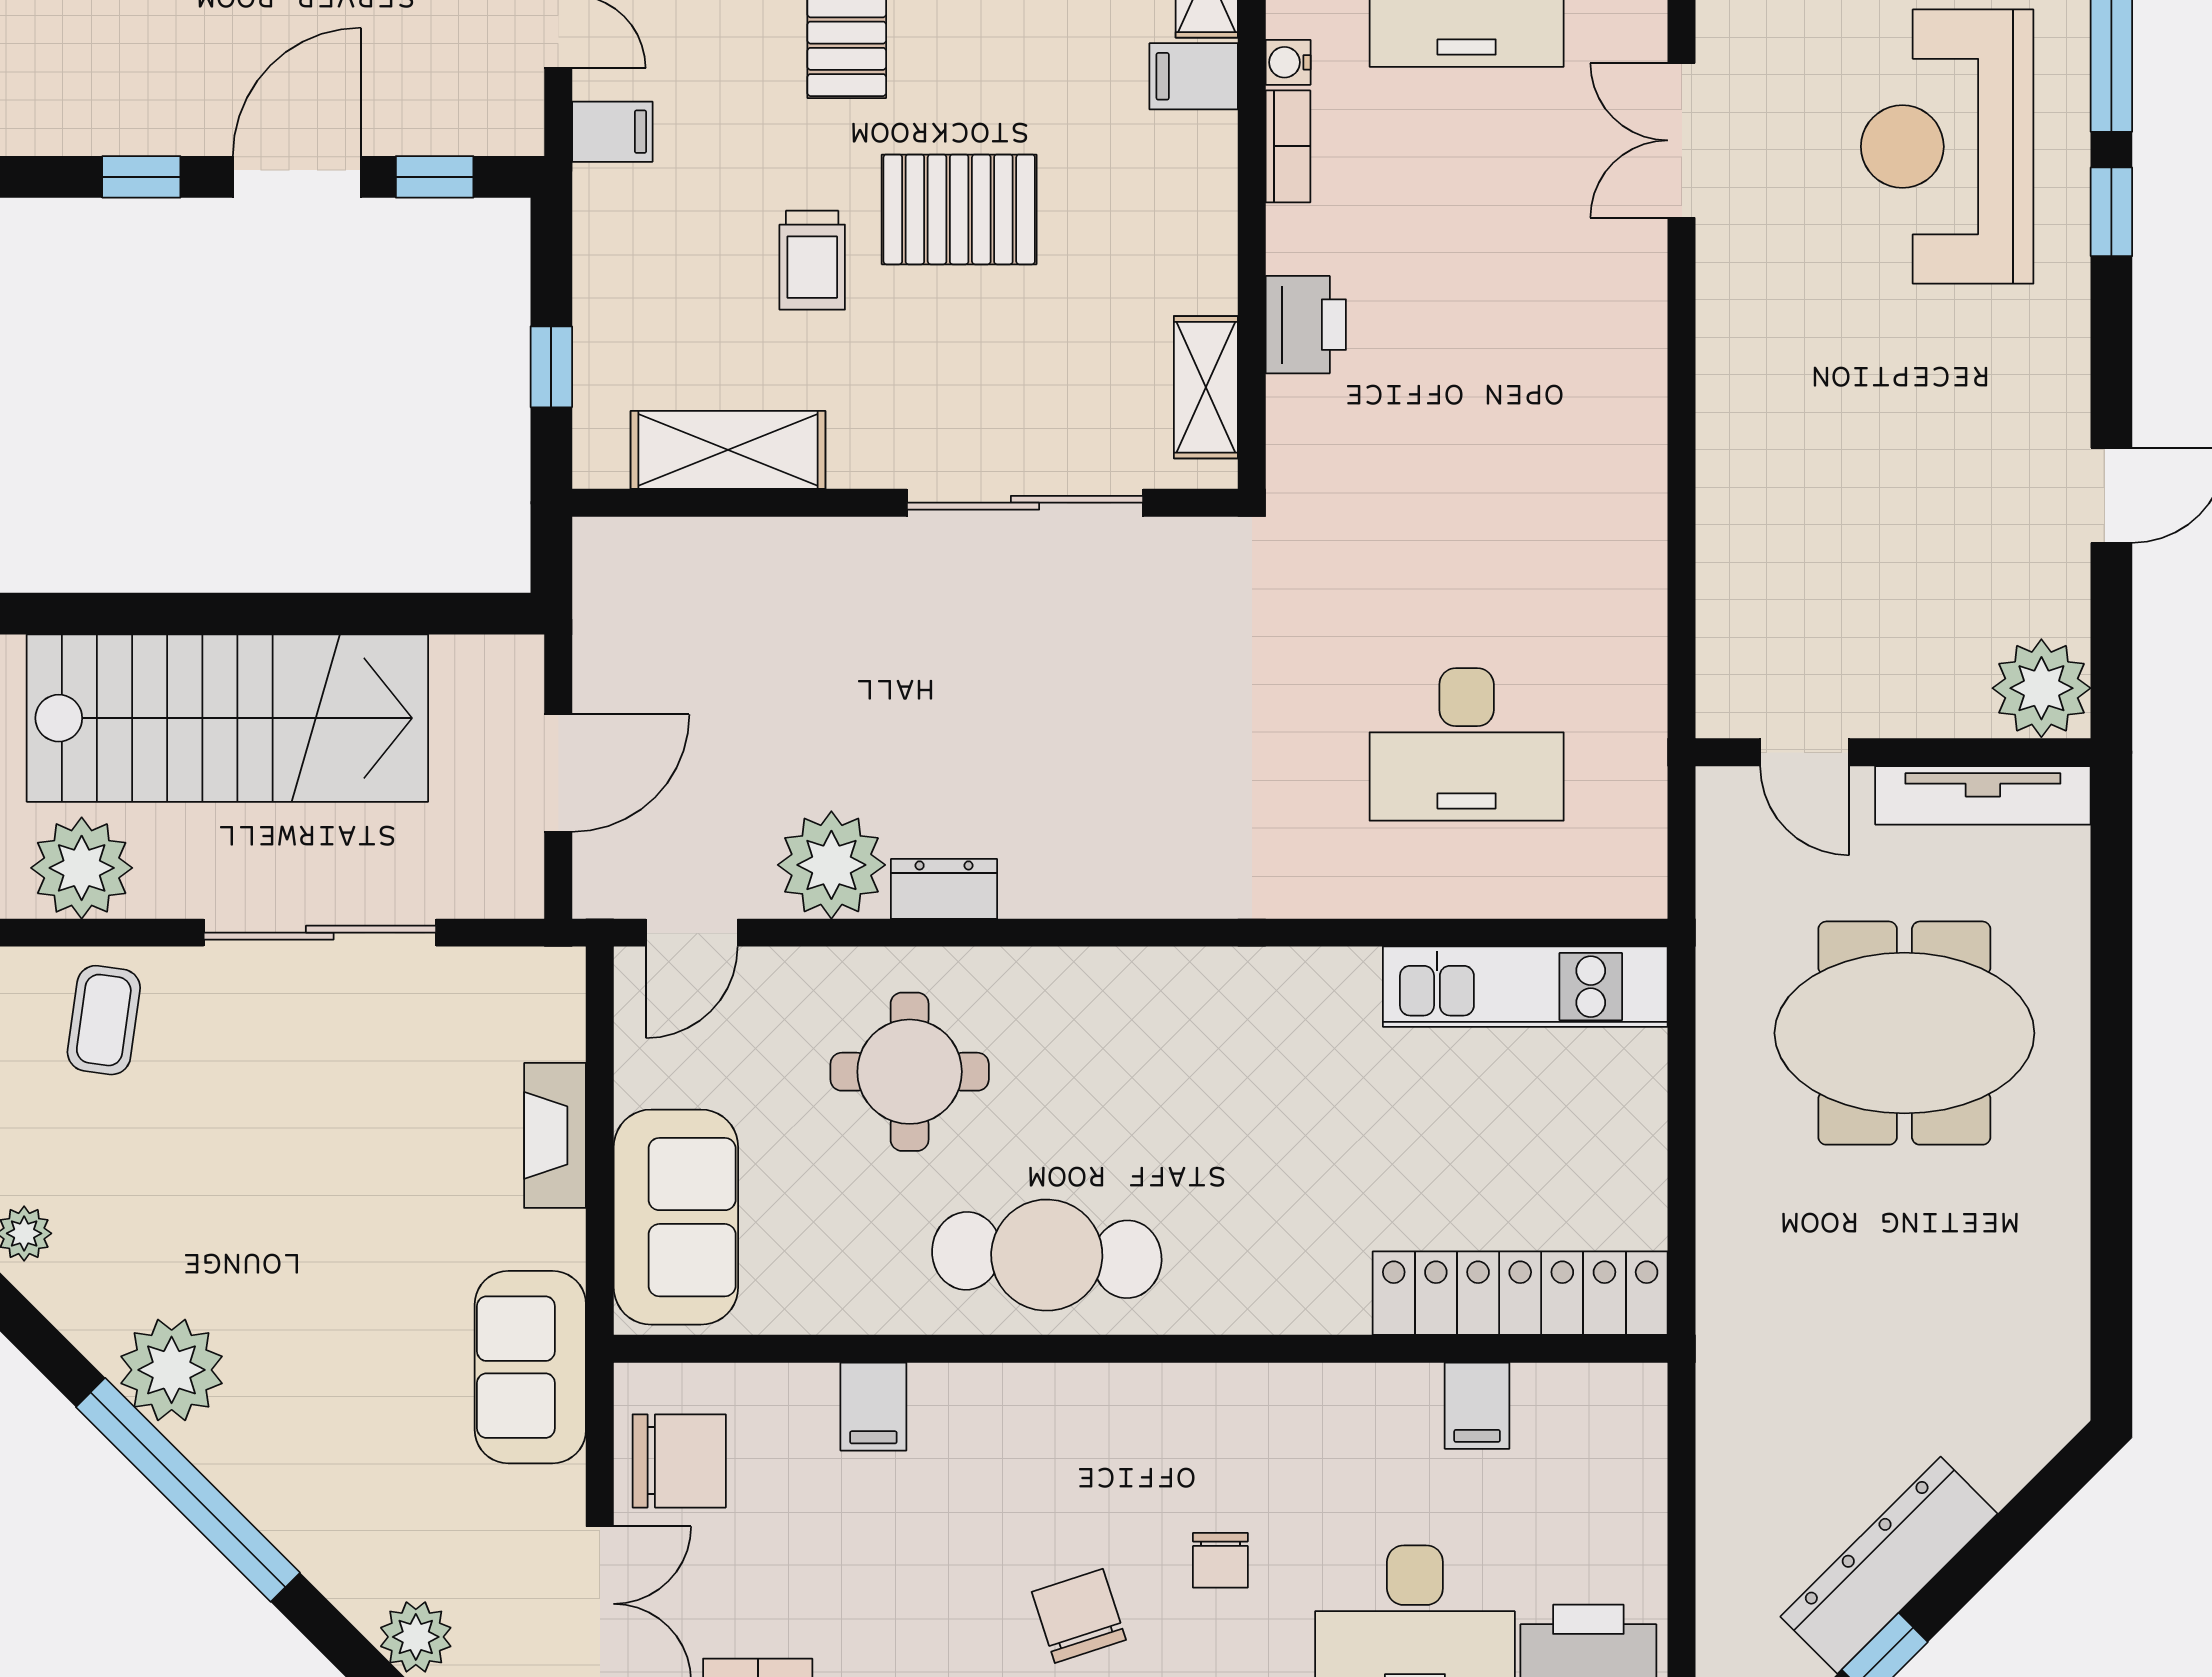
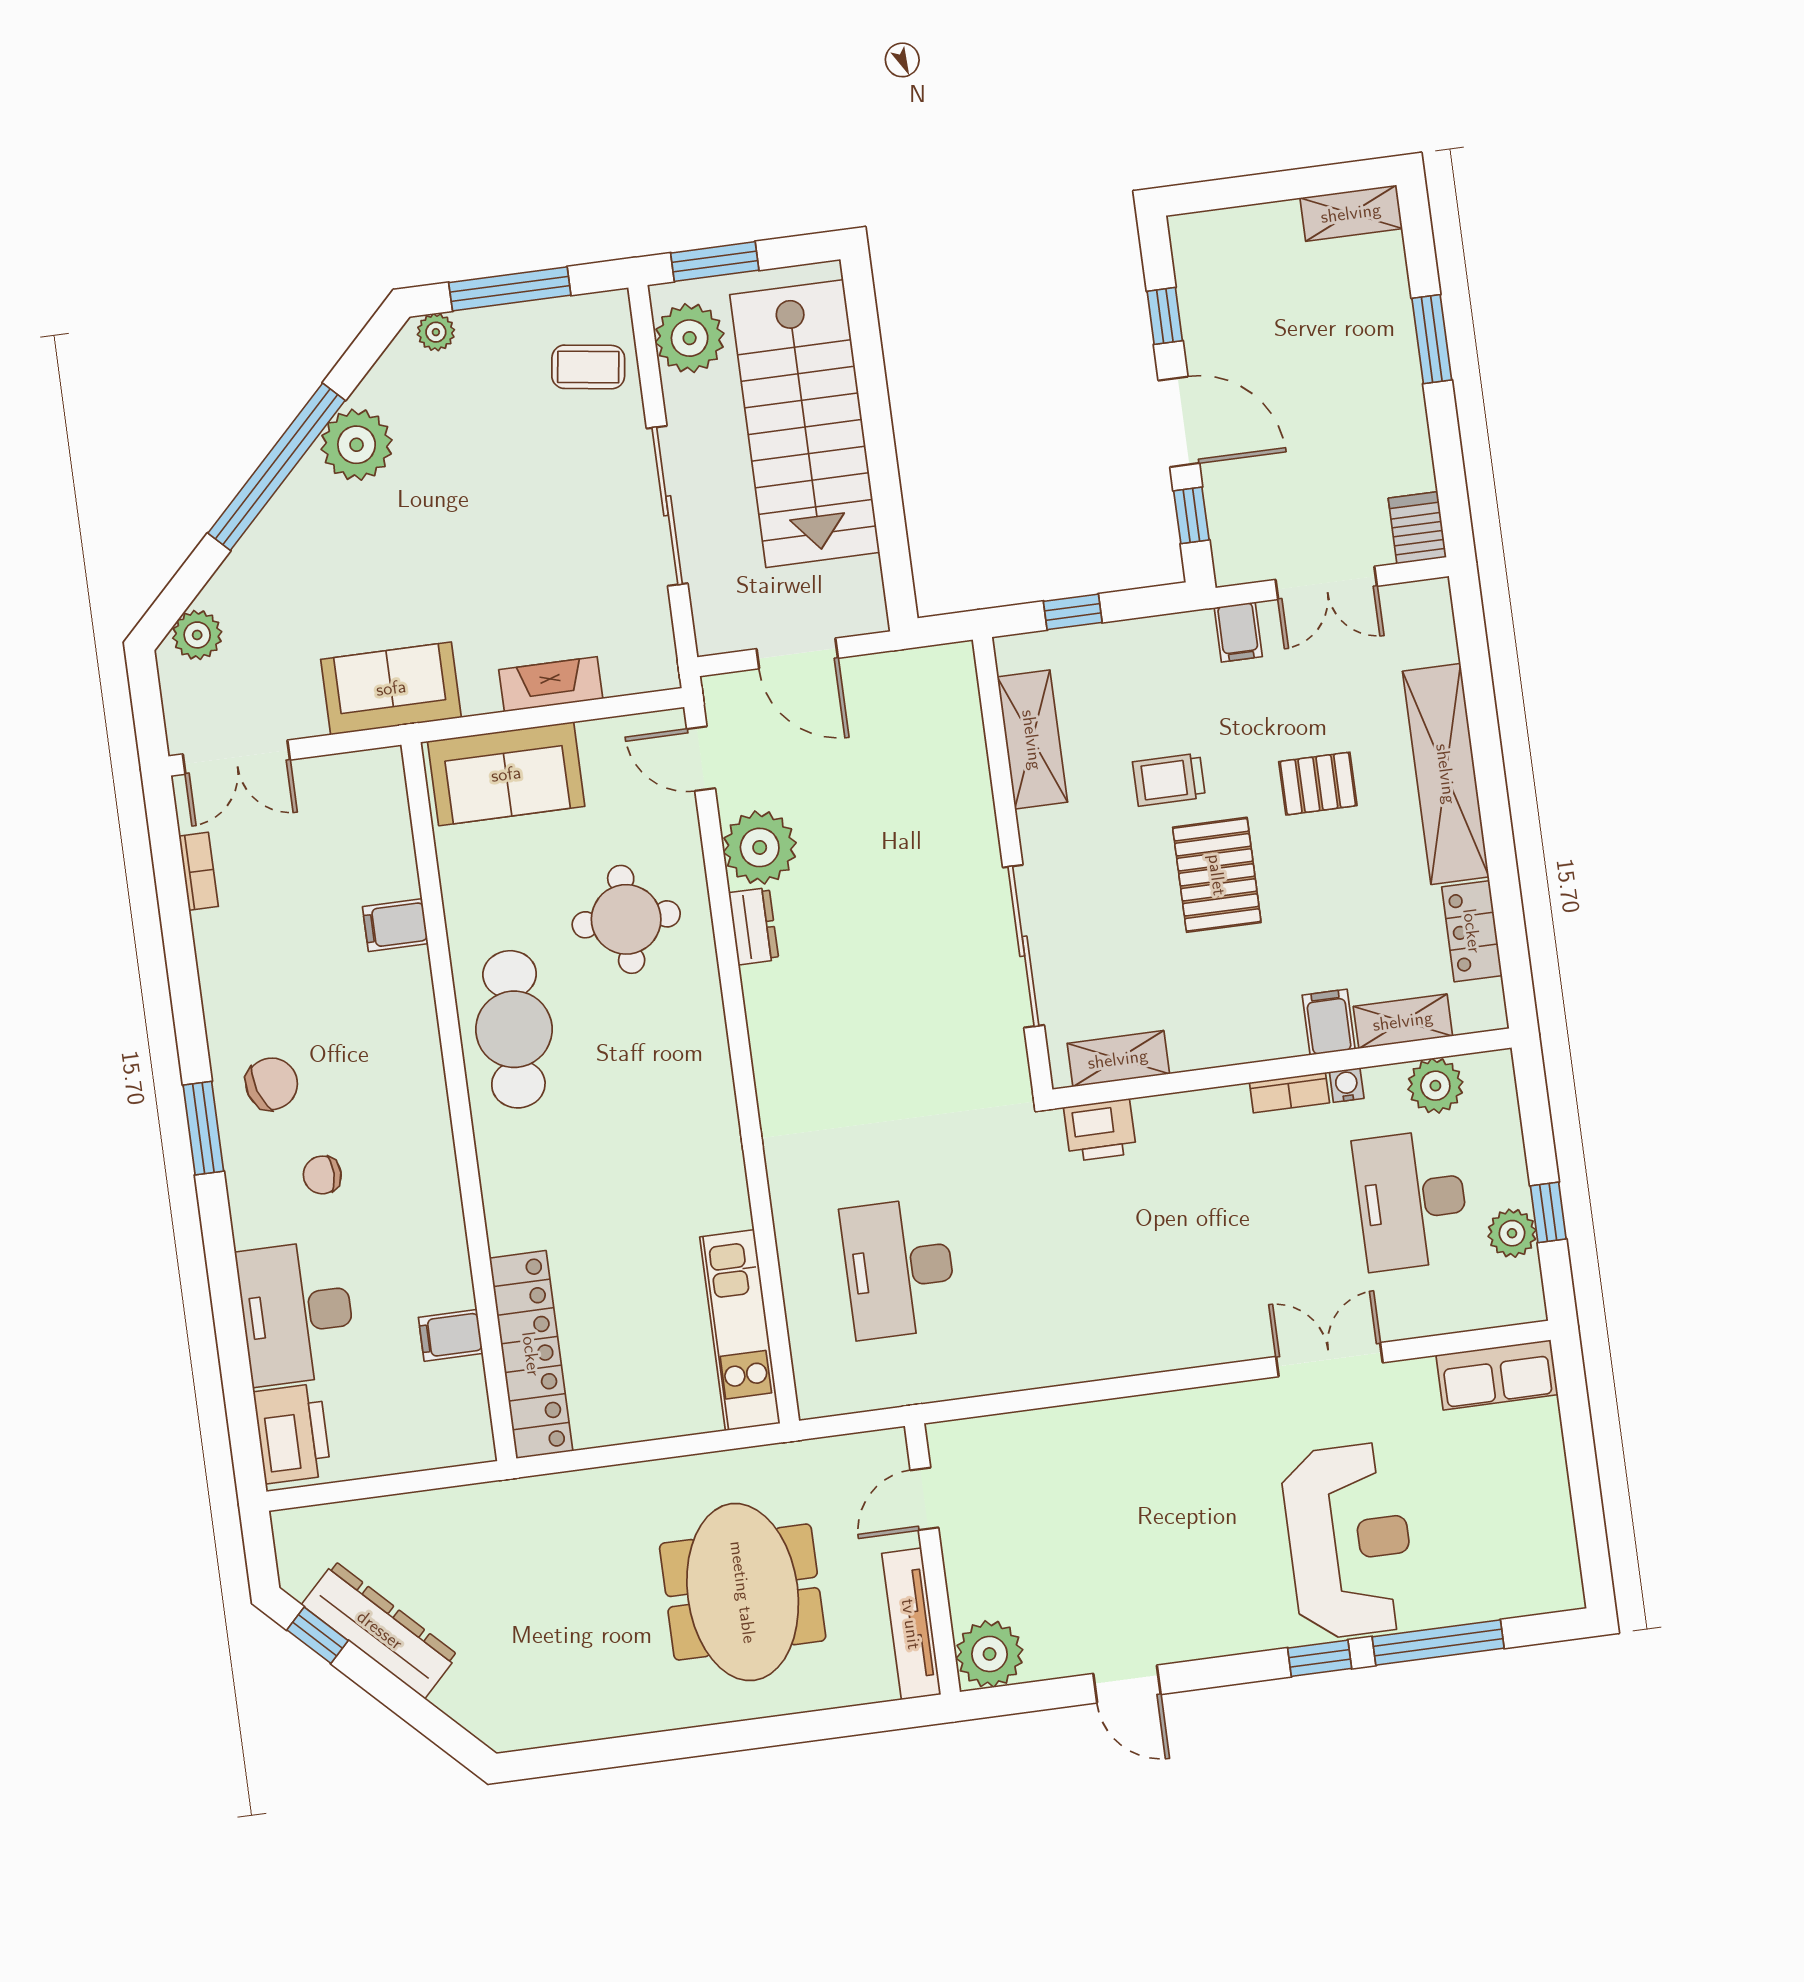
reception desk: (1947, 147) -> (1349, 1541), turned 90
printer: (1306, 325) -> (1100, 1130), moved
chair: (679, 1461) -> (341, 798), removed

